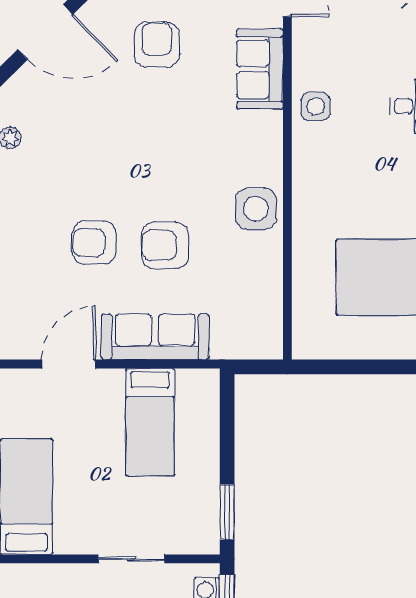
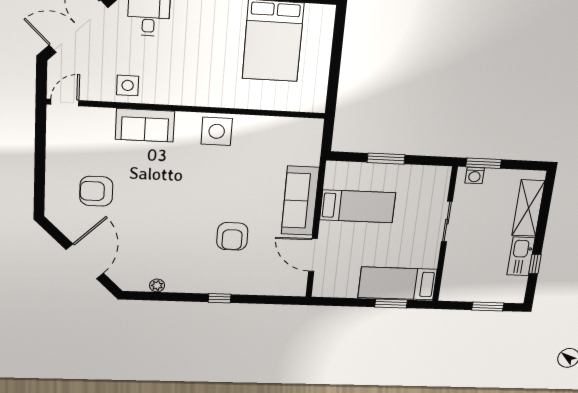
sofa: (260, 69) -> (145, 125), moved
side table: (316, 106) -> (128, 85), moved
armchair: (165, 245) -> (238, 192), removed
window: (227, 512) -> (386, 159), moved

